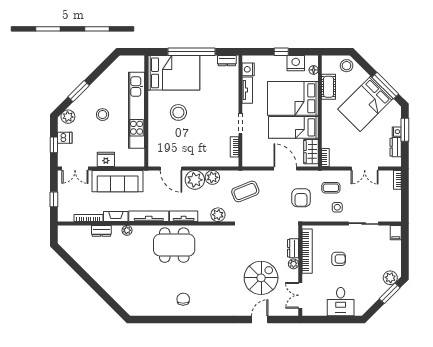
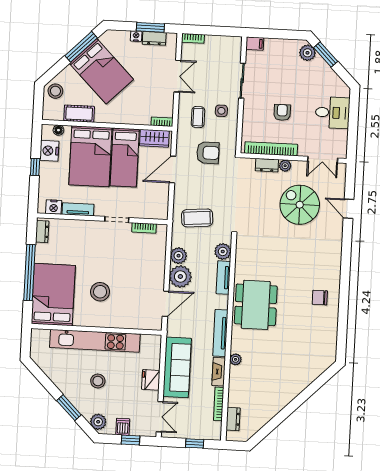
window: (405, 130) -> (150, 27), moved
coffee table: (245, 191) -> (197, 218), turned -73
tv unit: (184, 216) -> (223, 278), moved
dresser: (101, 231) -> (233, 419), moved

